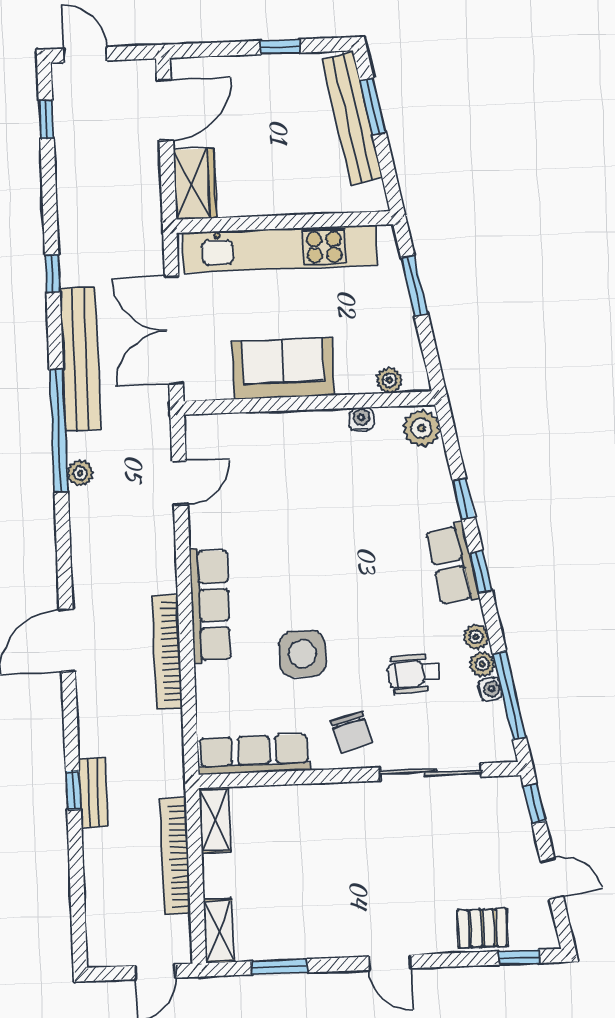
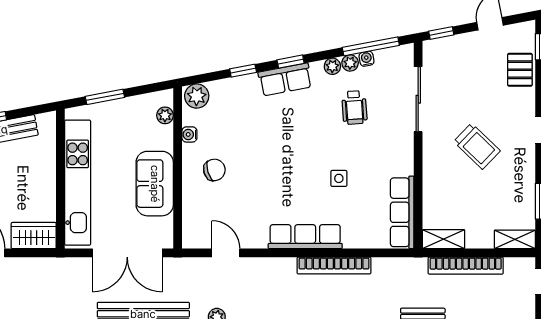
side table: (303, 654) -> (339, 178), width x0.54, depth x0.54
chair: (352, 732) -> (214, 170), moved
trolley: (361, 866) -> (477, 146), added

